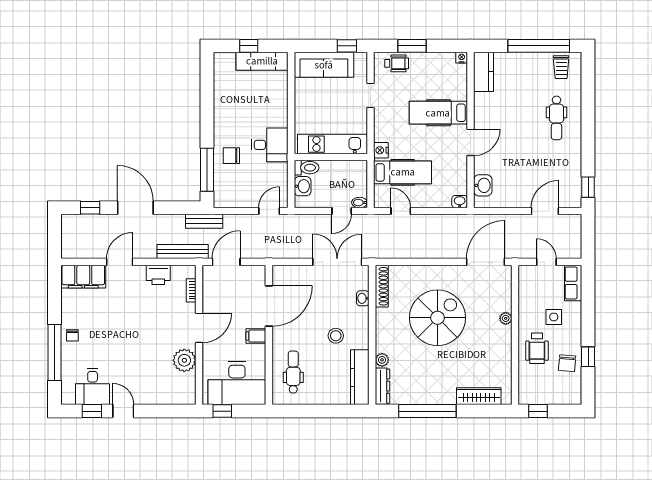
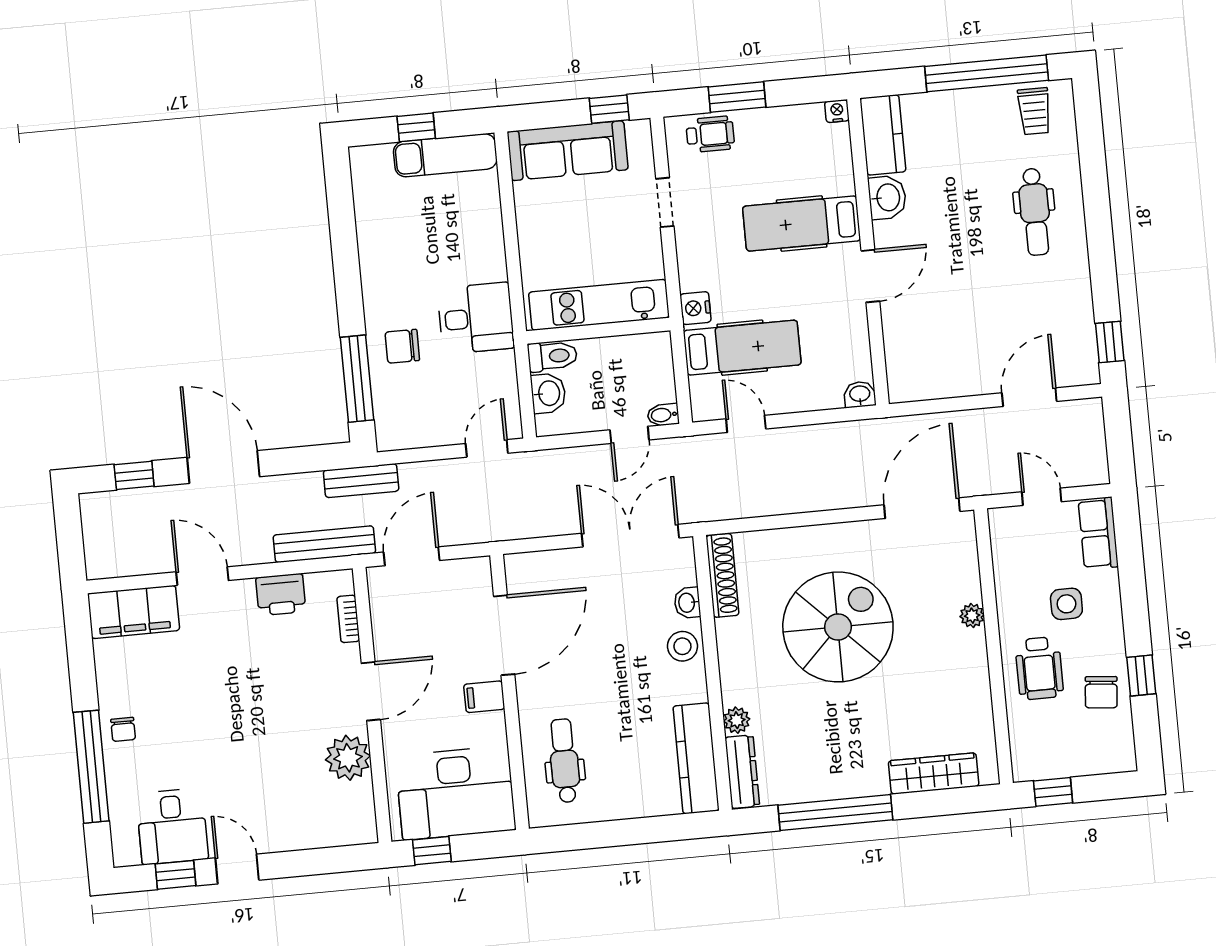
washbasin: (483, 185) -> (887, 197), moved
door: (120, 262) -> (202, 576), hinge flipped
stool: (336, 336) -> (682, 646), moved

